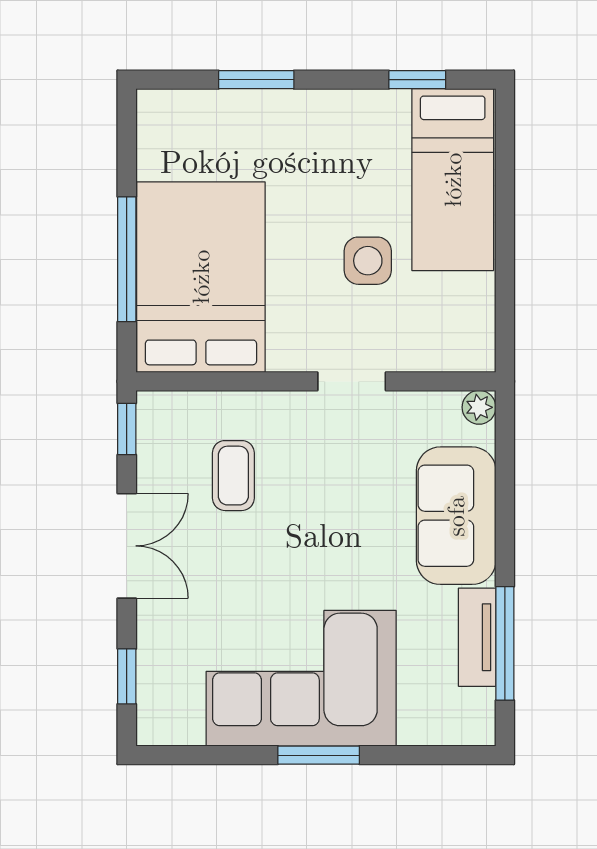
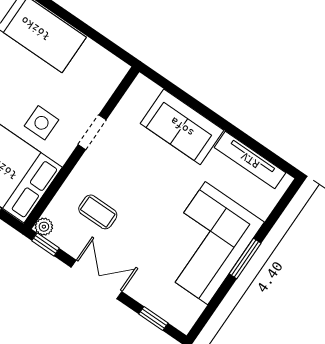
side table: (368, 261) -> (41, 123), moved
plant: (479, 407) -> (44, 227), moved
tv unit: (477, 637) -> (250, 160), width x1.41
window: (505, 643) -> (252, 144), removed

